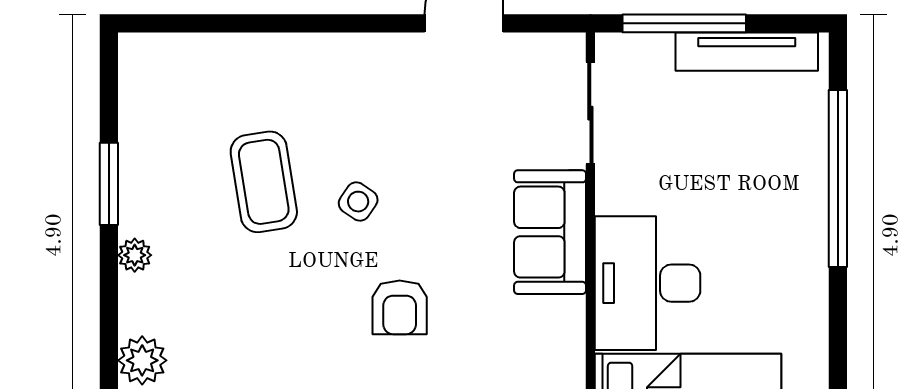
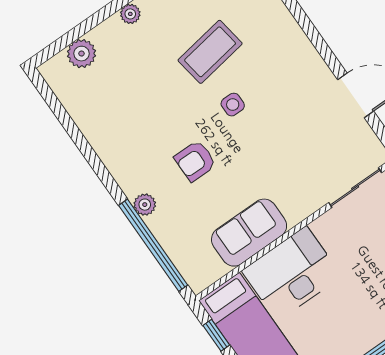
side table: (358, 202) -> (233, 105), turned -34
sofa: (550, 232) -> (249, 233), moved

